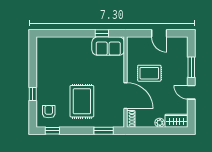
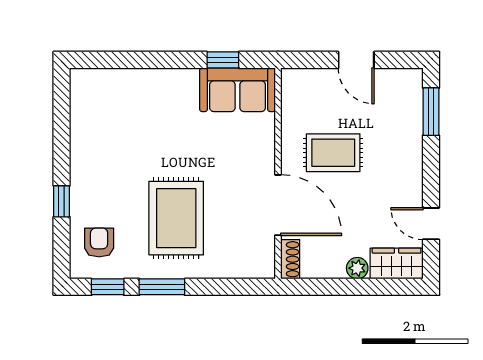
window: (191, 67) -> (431, 112), moved
door: (191, 92) -> (431, 224), moved
window: (104, 131) -> (162, 287), moved

